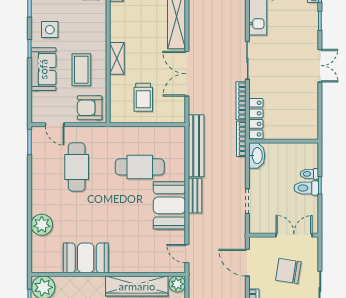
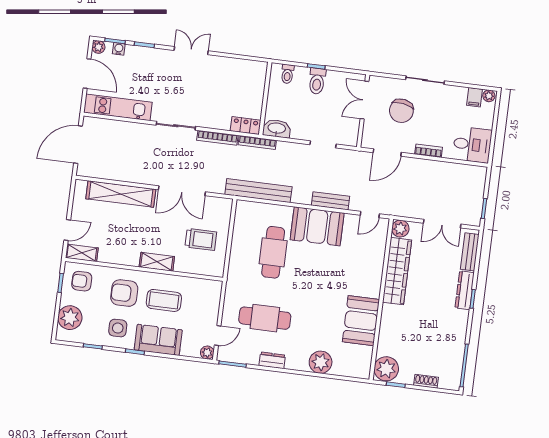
armchair: (90, 108) -> (124, 293), moved, turned 90
plant: (37, 117) -> (207, 353), added
locker: (256, 119) -> (246, 126), width x0.66
toilet: (309, 174) -> (287, 74), moved
dresser: (38, 179) -> (272, 360), added
bench: (195, 196) -> (331, 201), moved

